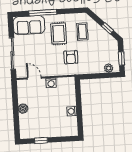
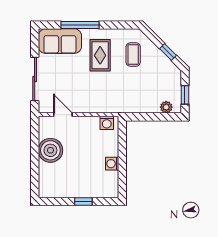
armchair: (71, 57) -> (115, 89), removed
washing machine: (51, 83) -> (107, 123), moved
boiler: (23, 109) -> (50, 150), width x1.86, depth x1.86
window: (41, 140) -> (83, 202), moved

